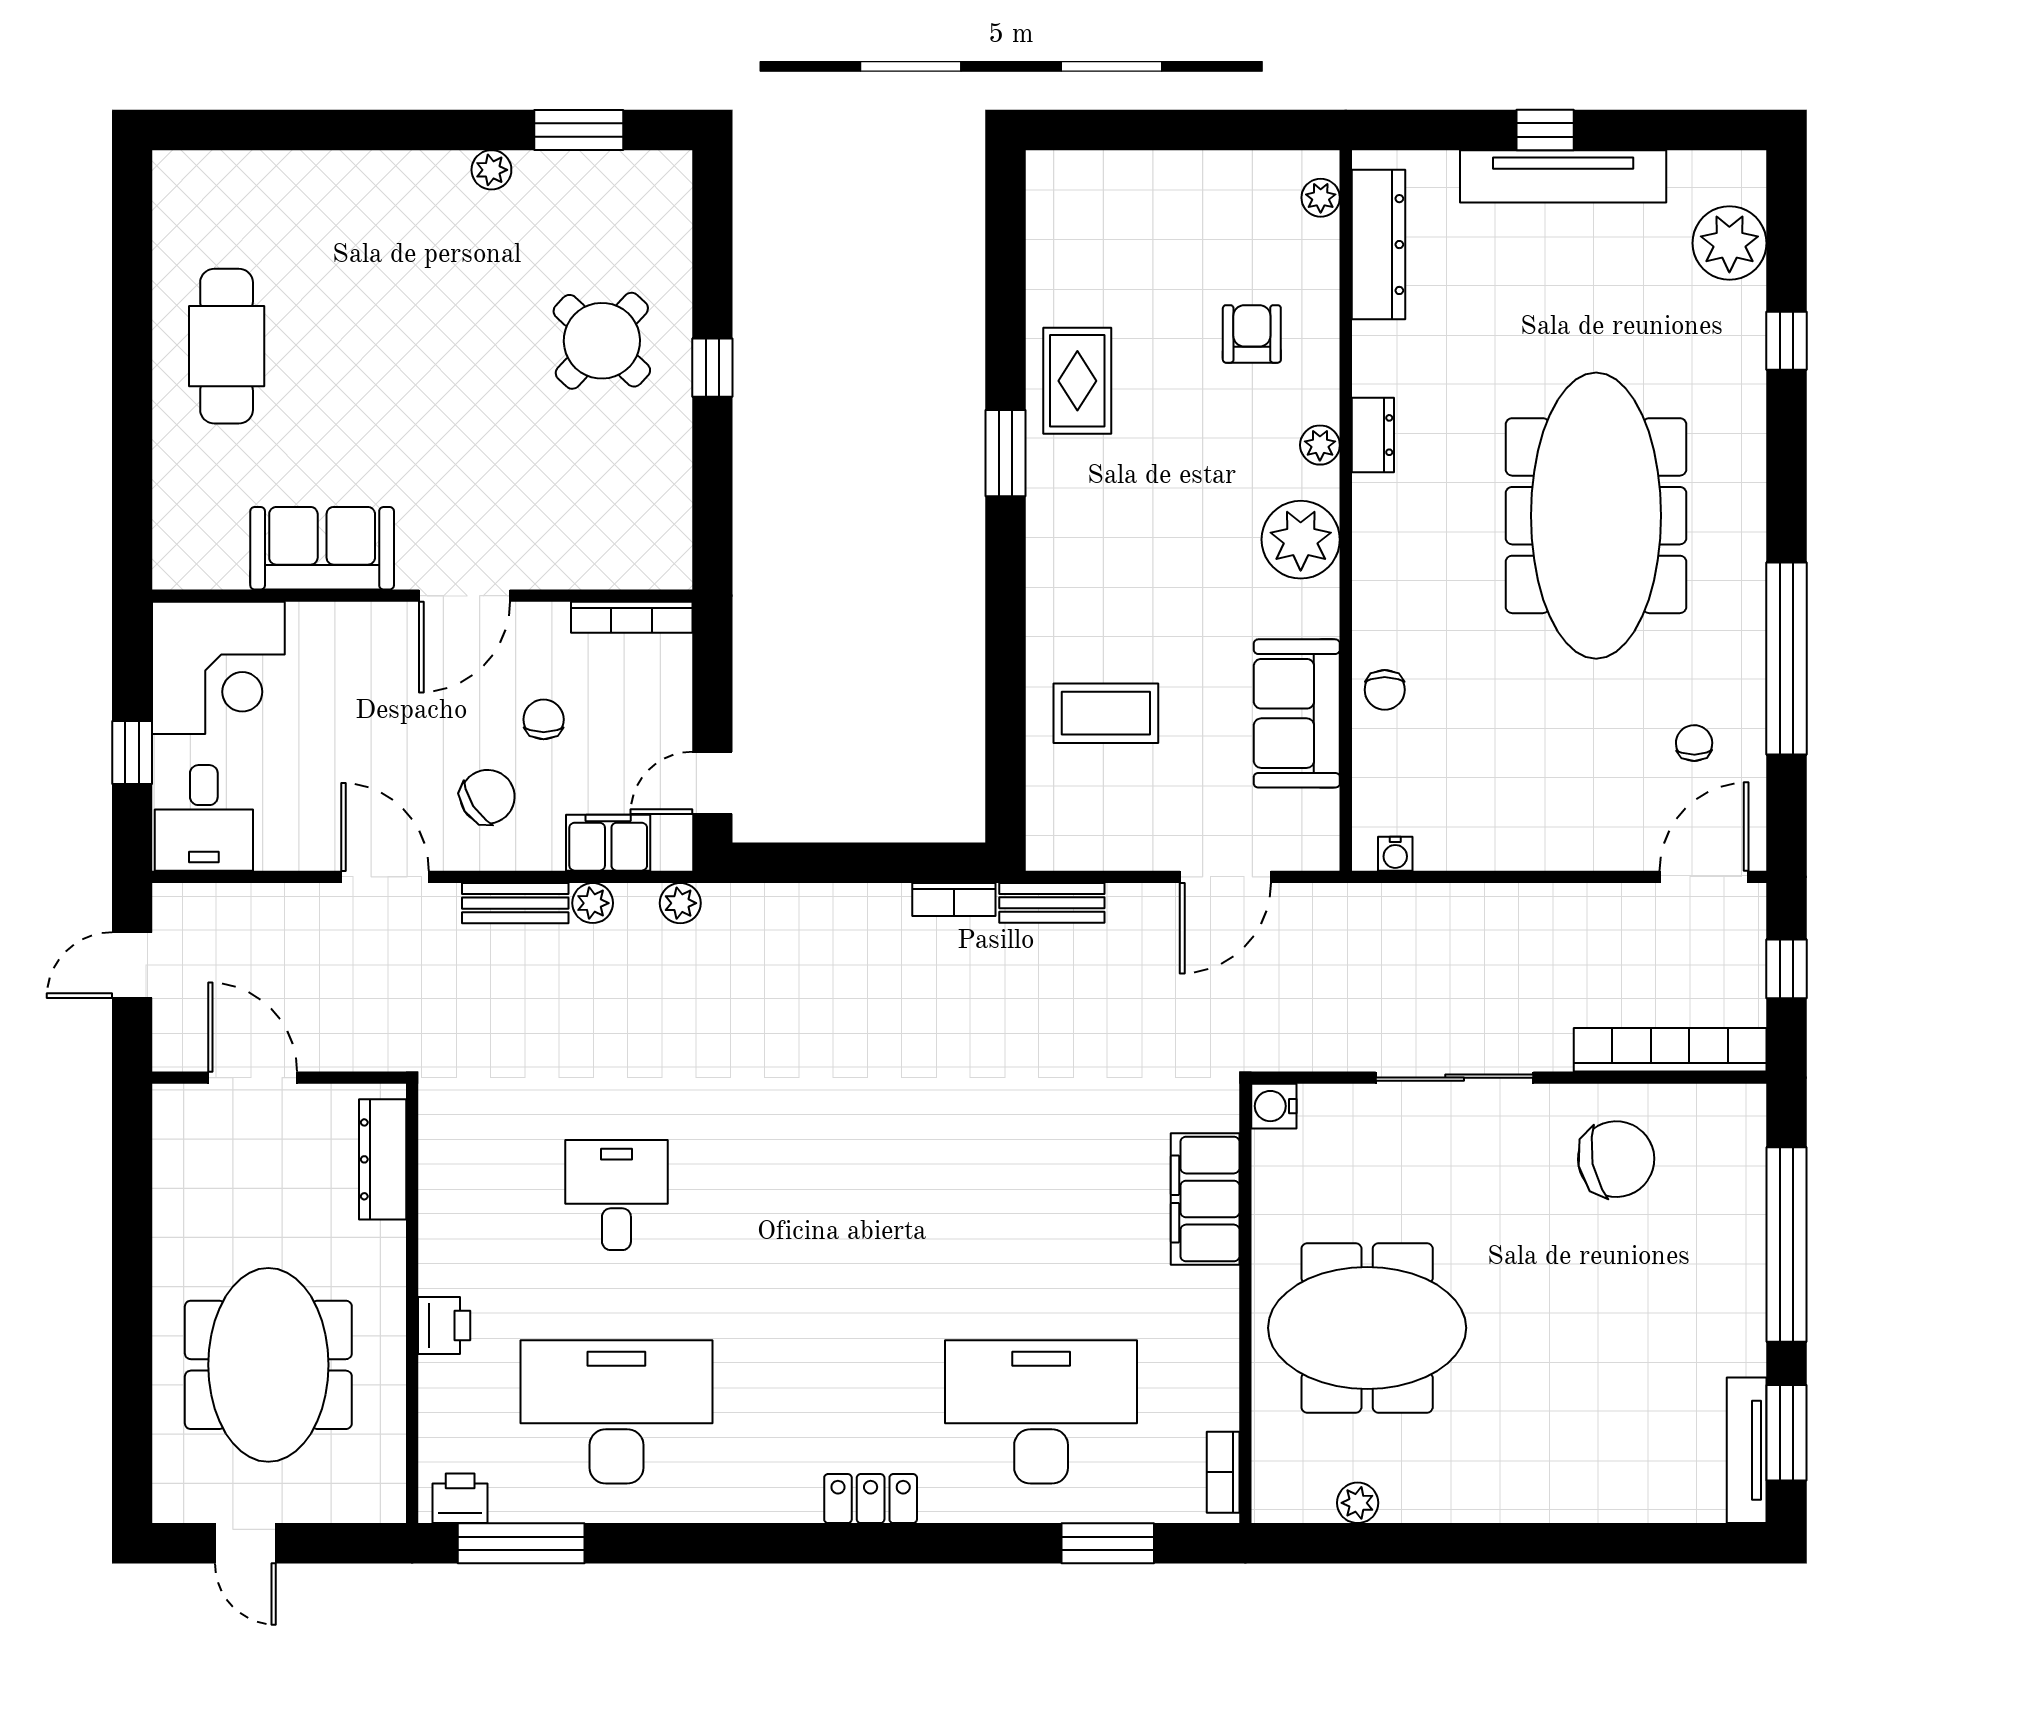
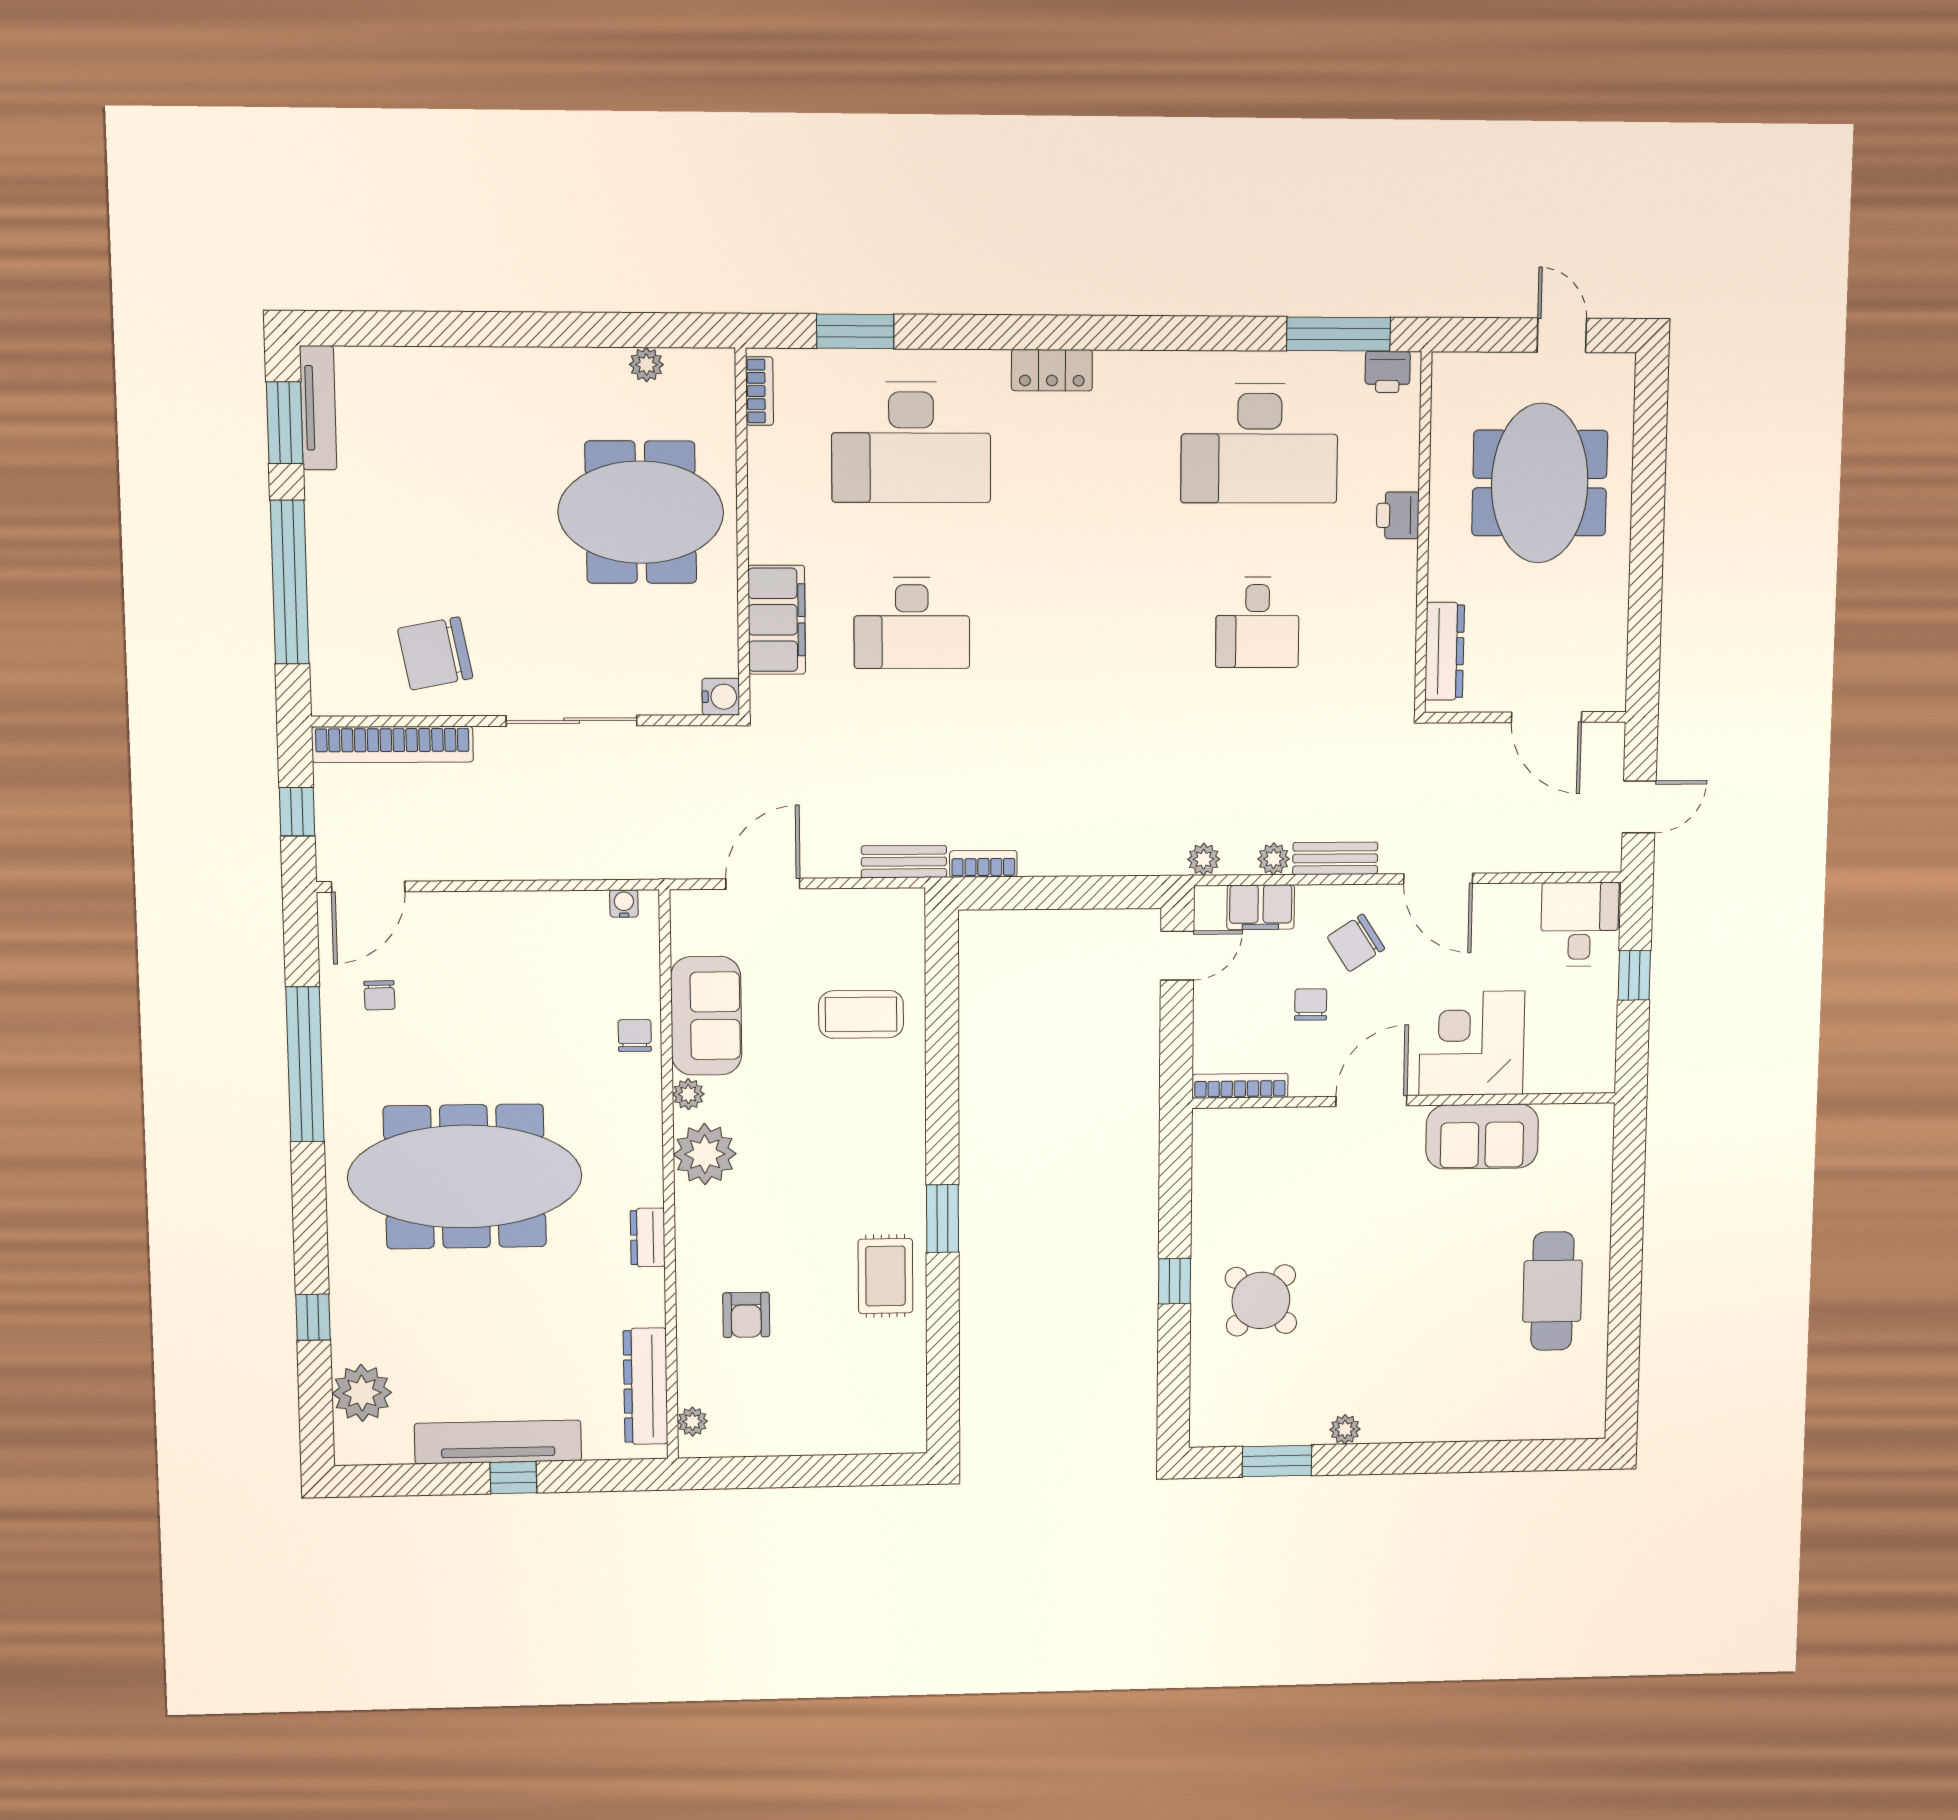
plant: (1320, 445) -> (688, 1094), moved
meeting table: (1596, 516) -> (465, 1177), turned 90
corner desk: (218, 668) -> (1472, 1043), moved
chair: (544, 719) -> (1311, 1005), turned 180
desk: (1041, 1195) -> (912, 623), added

